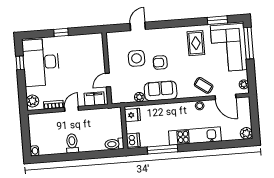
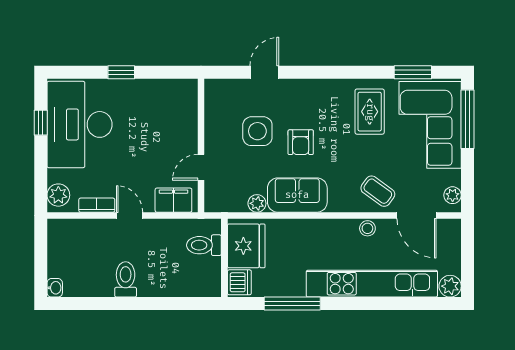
armchair: (160, 62) -> (301, 142), turned -90
door: (72, 109) -> (130, 215), hinge flipped
fridge: (132, 115) -> (246, 246), width x1.88, depth x1.34
kitchen unit: (195, 136) -> (372, 284), width x1.36
toilet: (114, 144) -> (204, 245), moved

